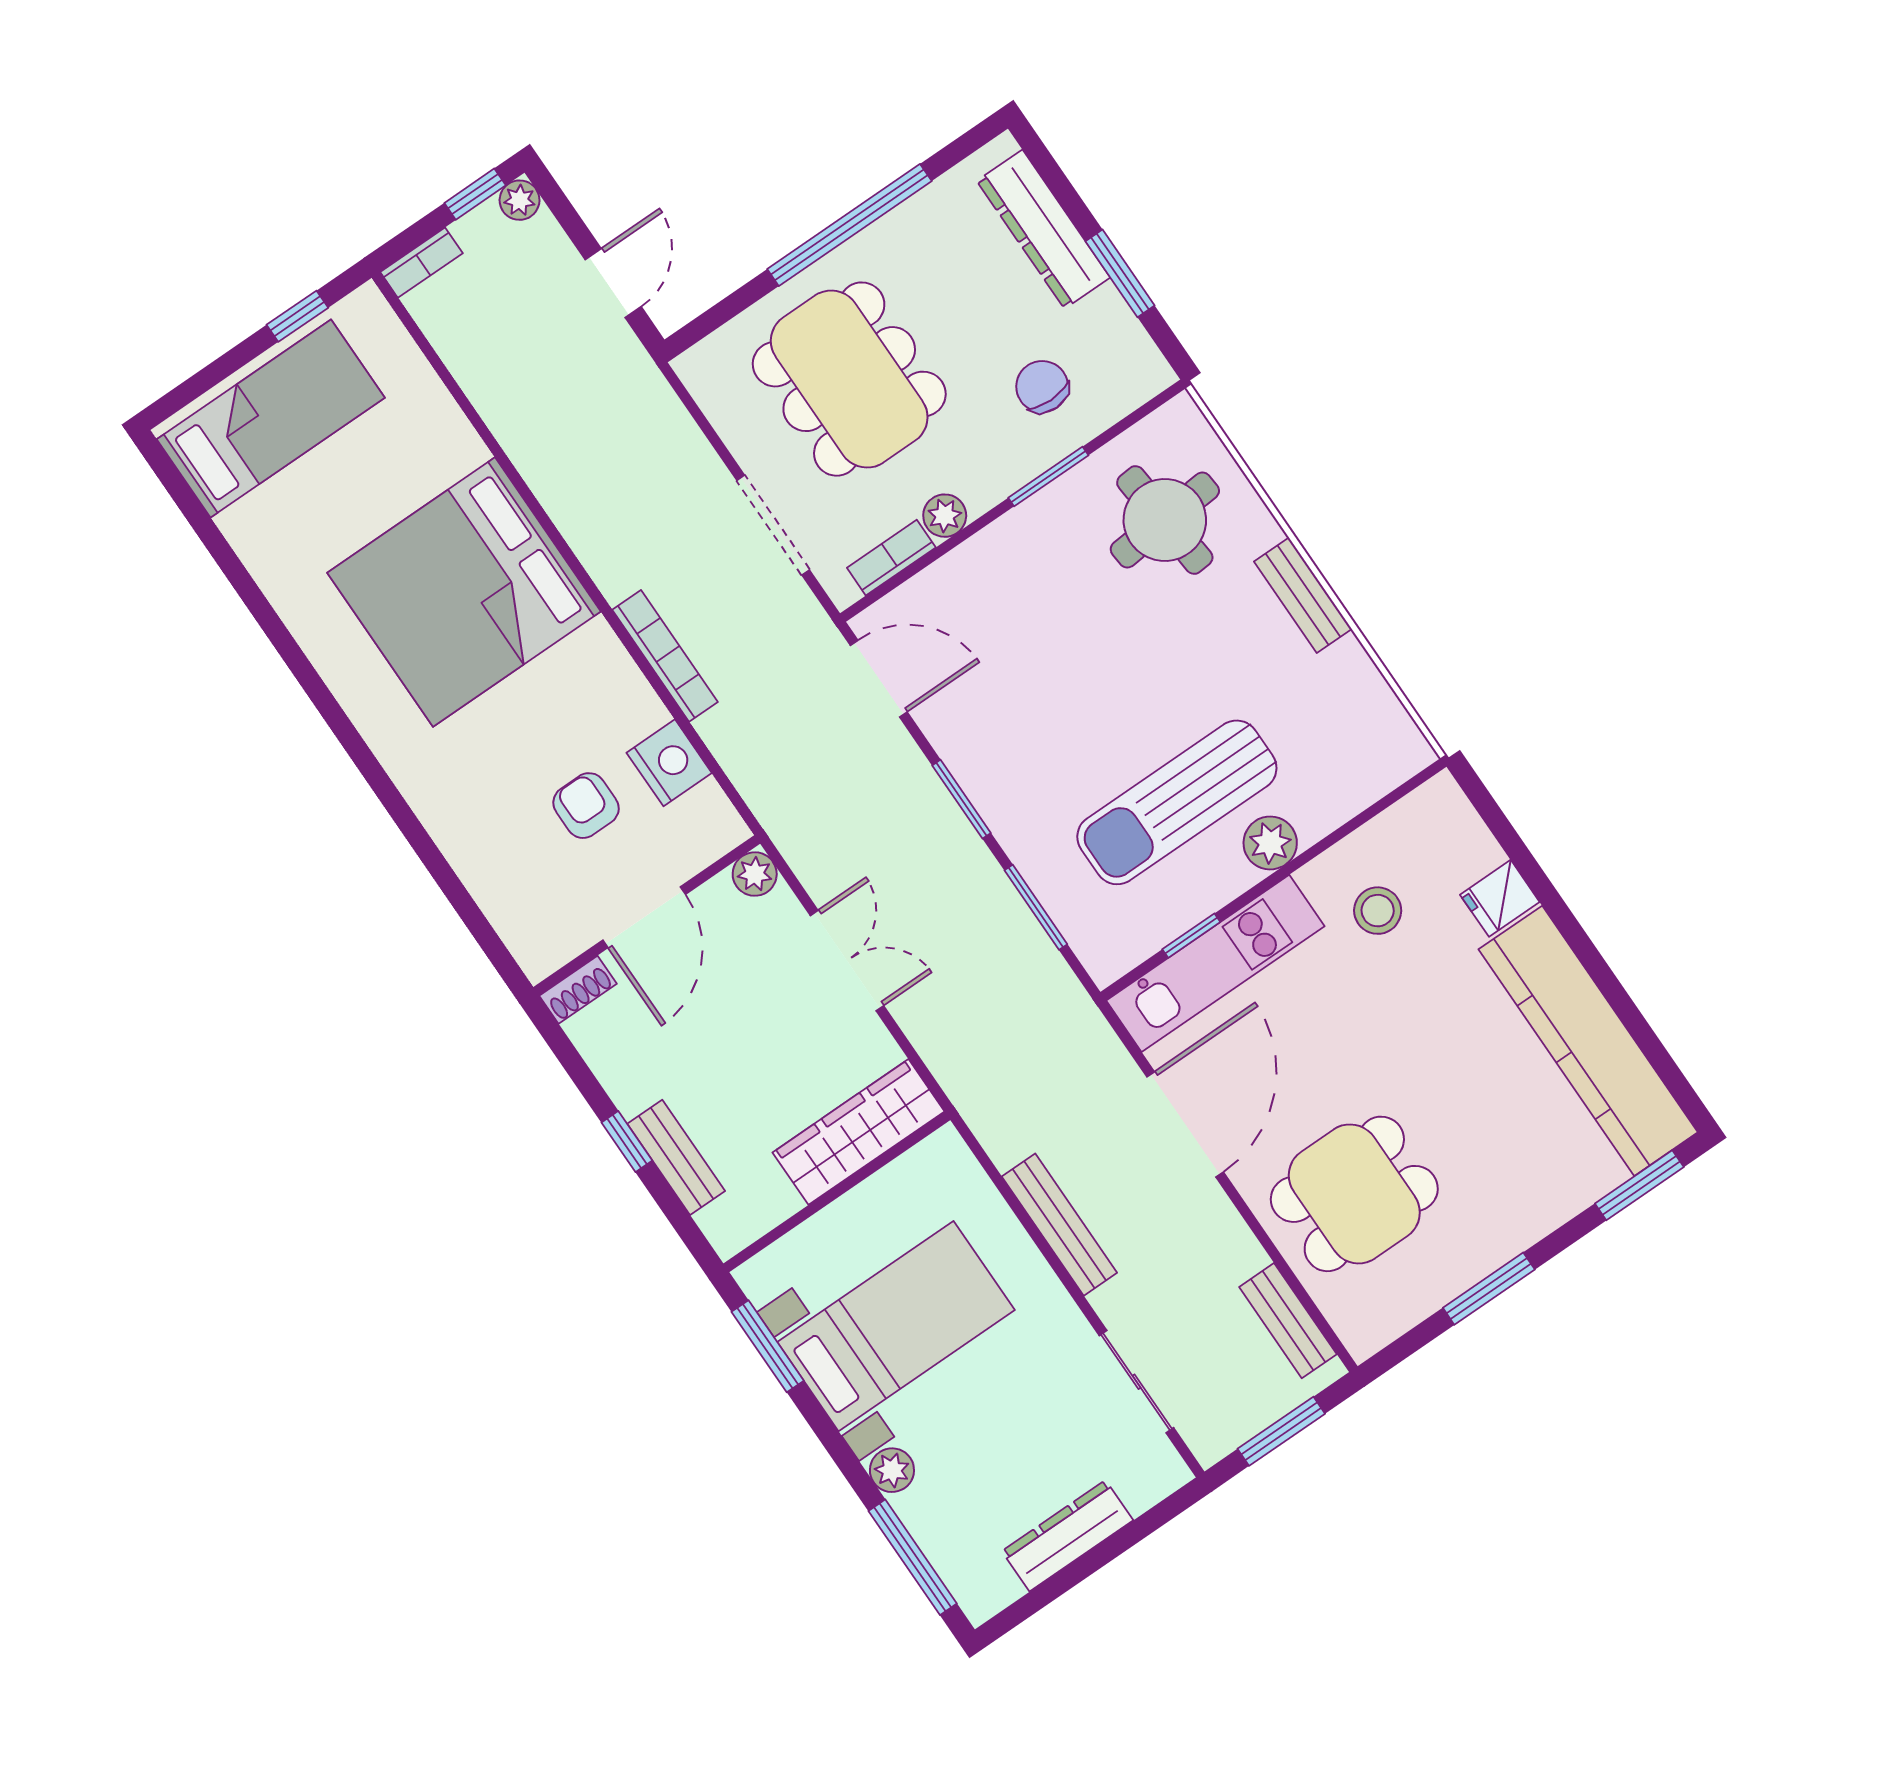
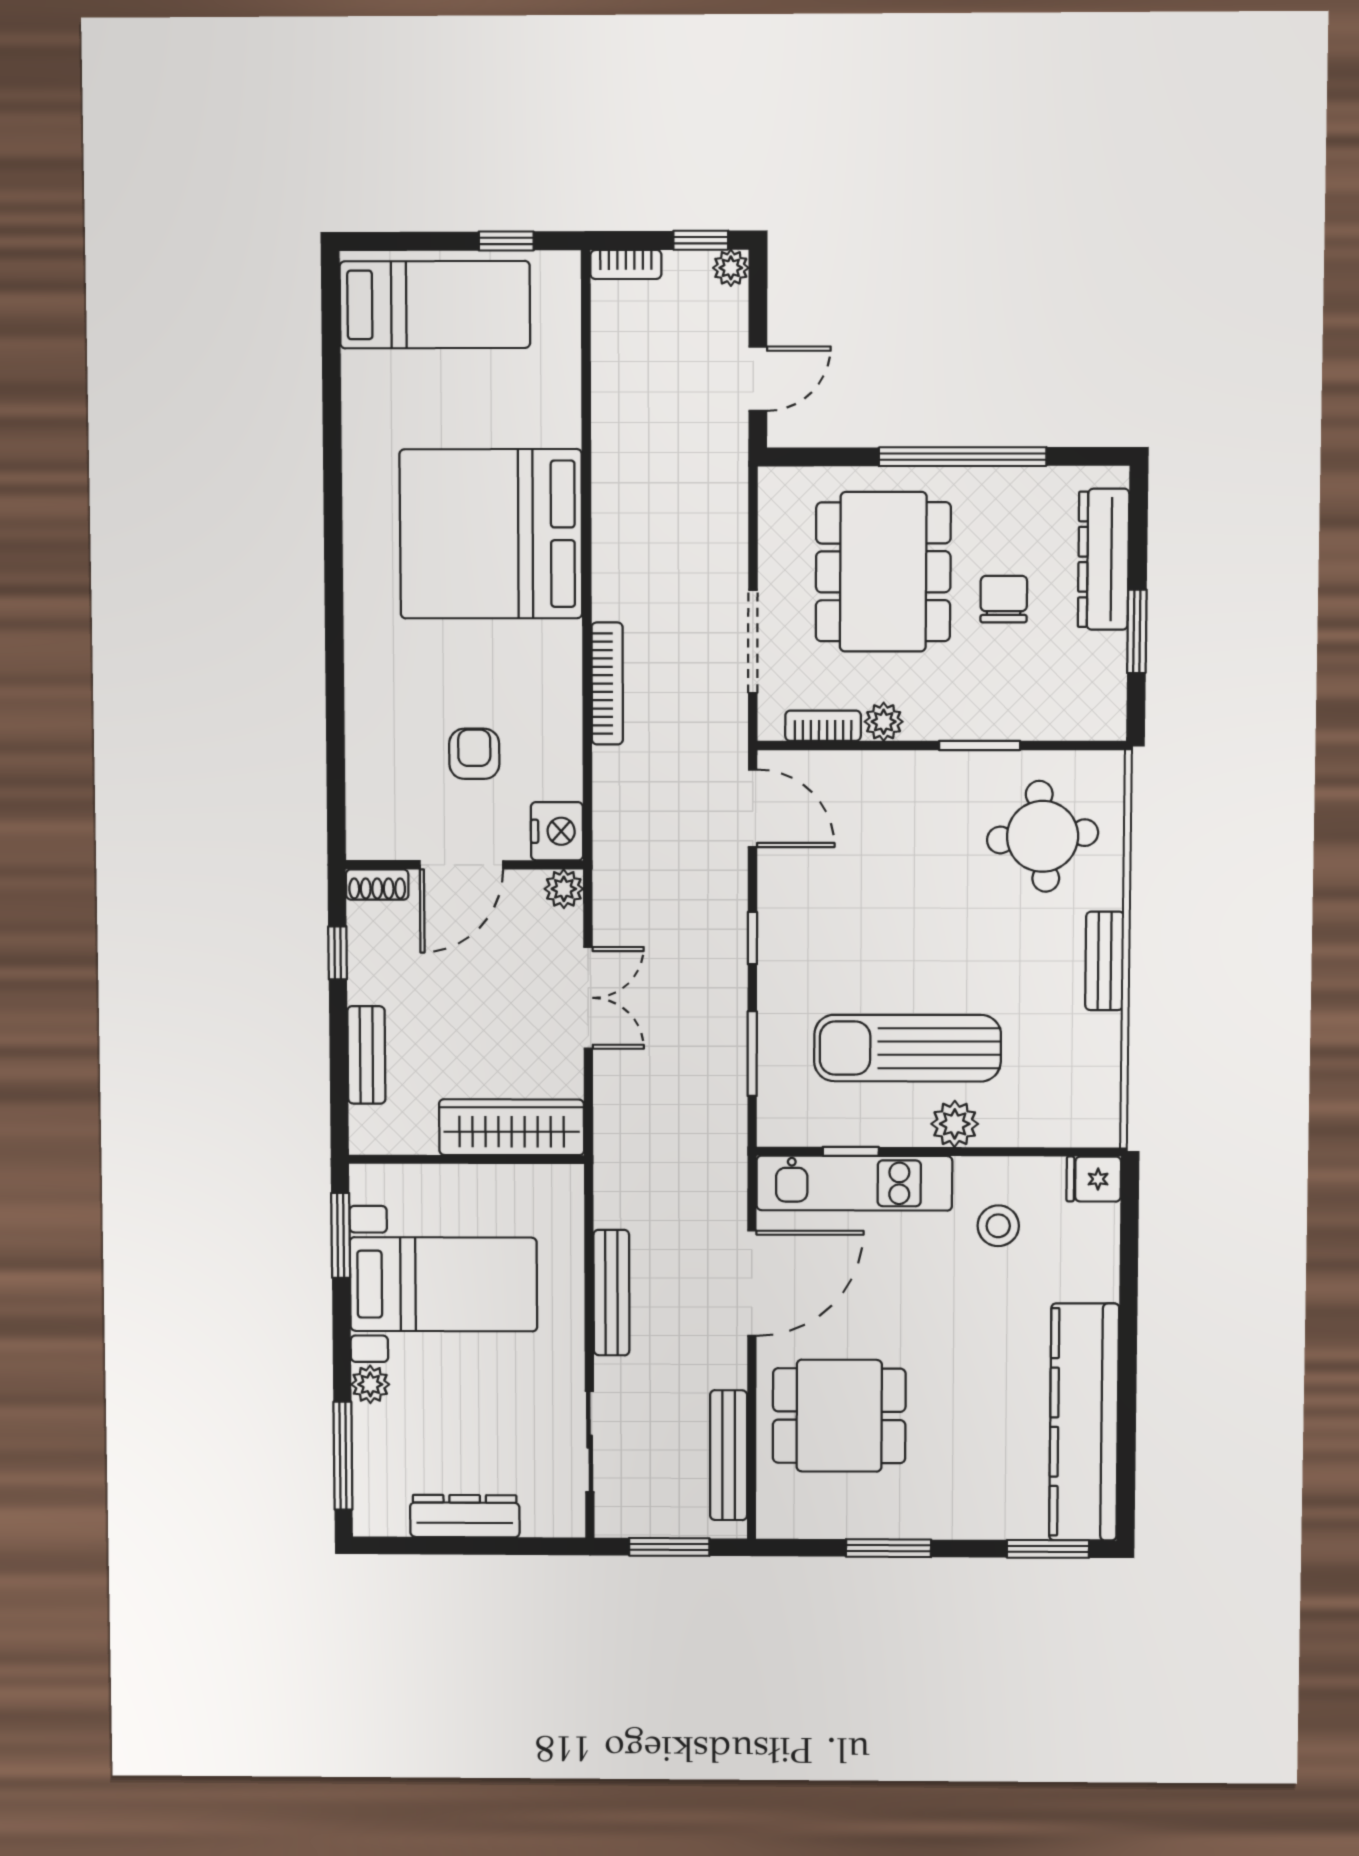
chair: (1042, 387) -> (1004, 599), moved
nightstand: (669, 763) -> (557, 831), moved
window: (962, 799) -> (752, 938), width x0.67
fridge: (1500, 898) -> (1094, 1179), moved
window: (627, 1142) -> (338, 953), moved
bench: (1288, 1321) -> (729, 1455), width x1.36

